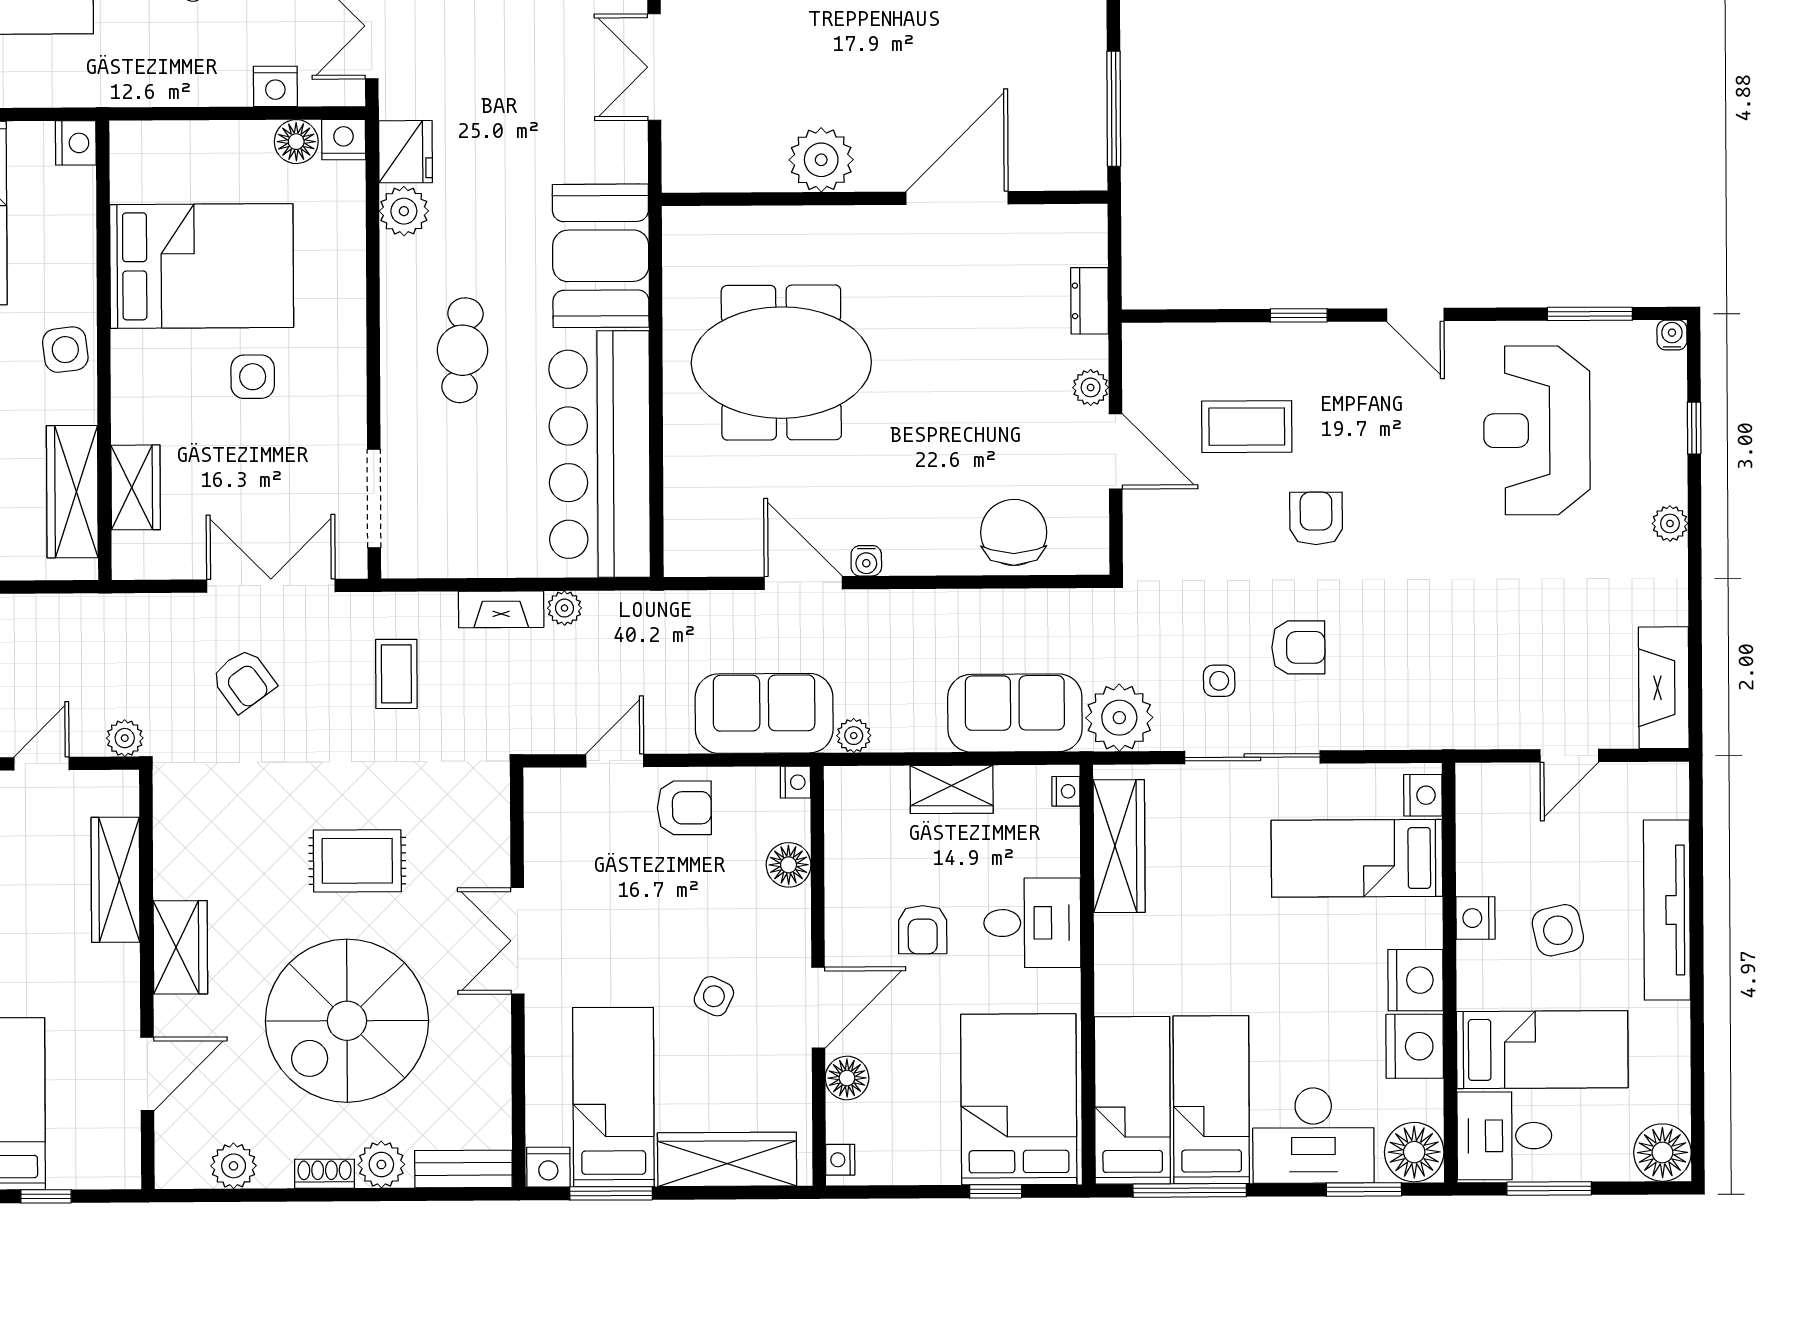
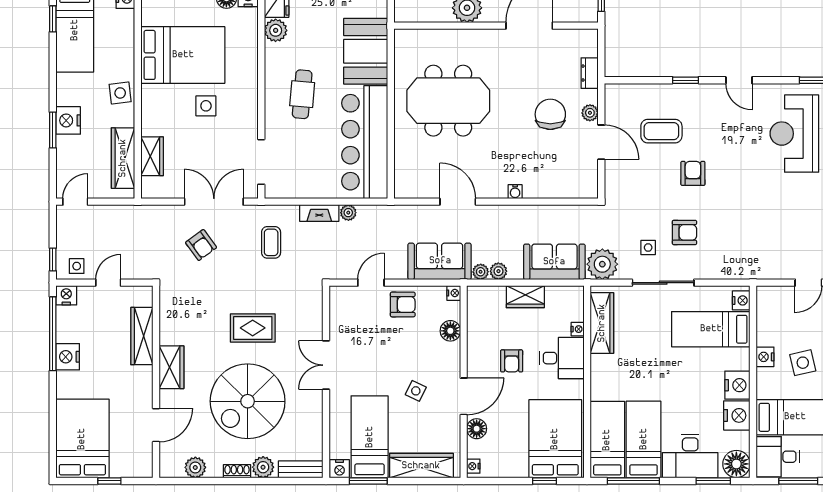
chair: (1014, 532) -> (550, 114), moved
water cooler: (866, 561) -> (515, 192), moved
plant: (125, 738) -> (498, 271), moved
nightstand: (1066, 791) -> (578, 329), moved

